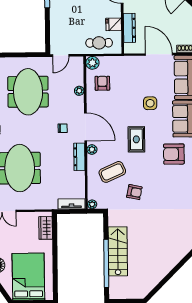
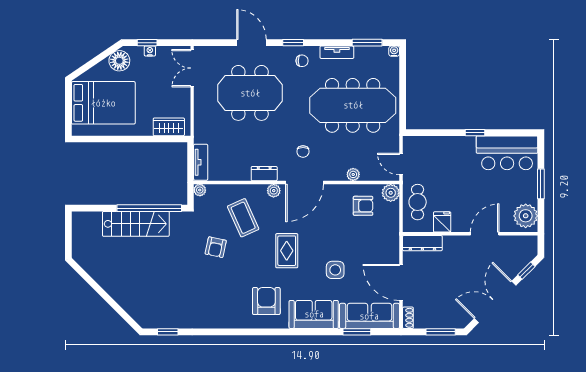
dresser: (129, 28) -> (422, 243), moved
door: (159, 54) -> (401, 282), swing flipped
door: (61, 56) -> (401, 164), moved
meeting table: (28, 92) -> (353, 105), width x1.36
rug: (136, 139) -> (287, 251), turned 90
dresser: (79, 157) -> (264, 174), width x0.70
window: (106, 263) -> (149, 208), moved

